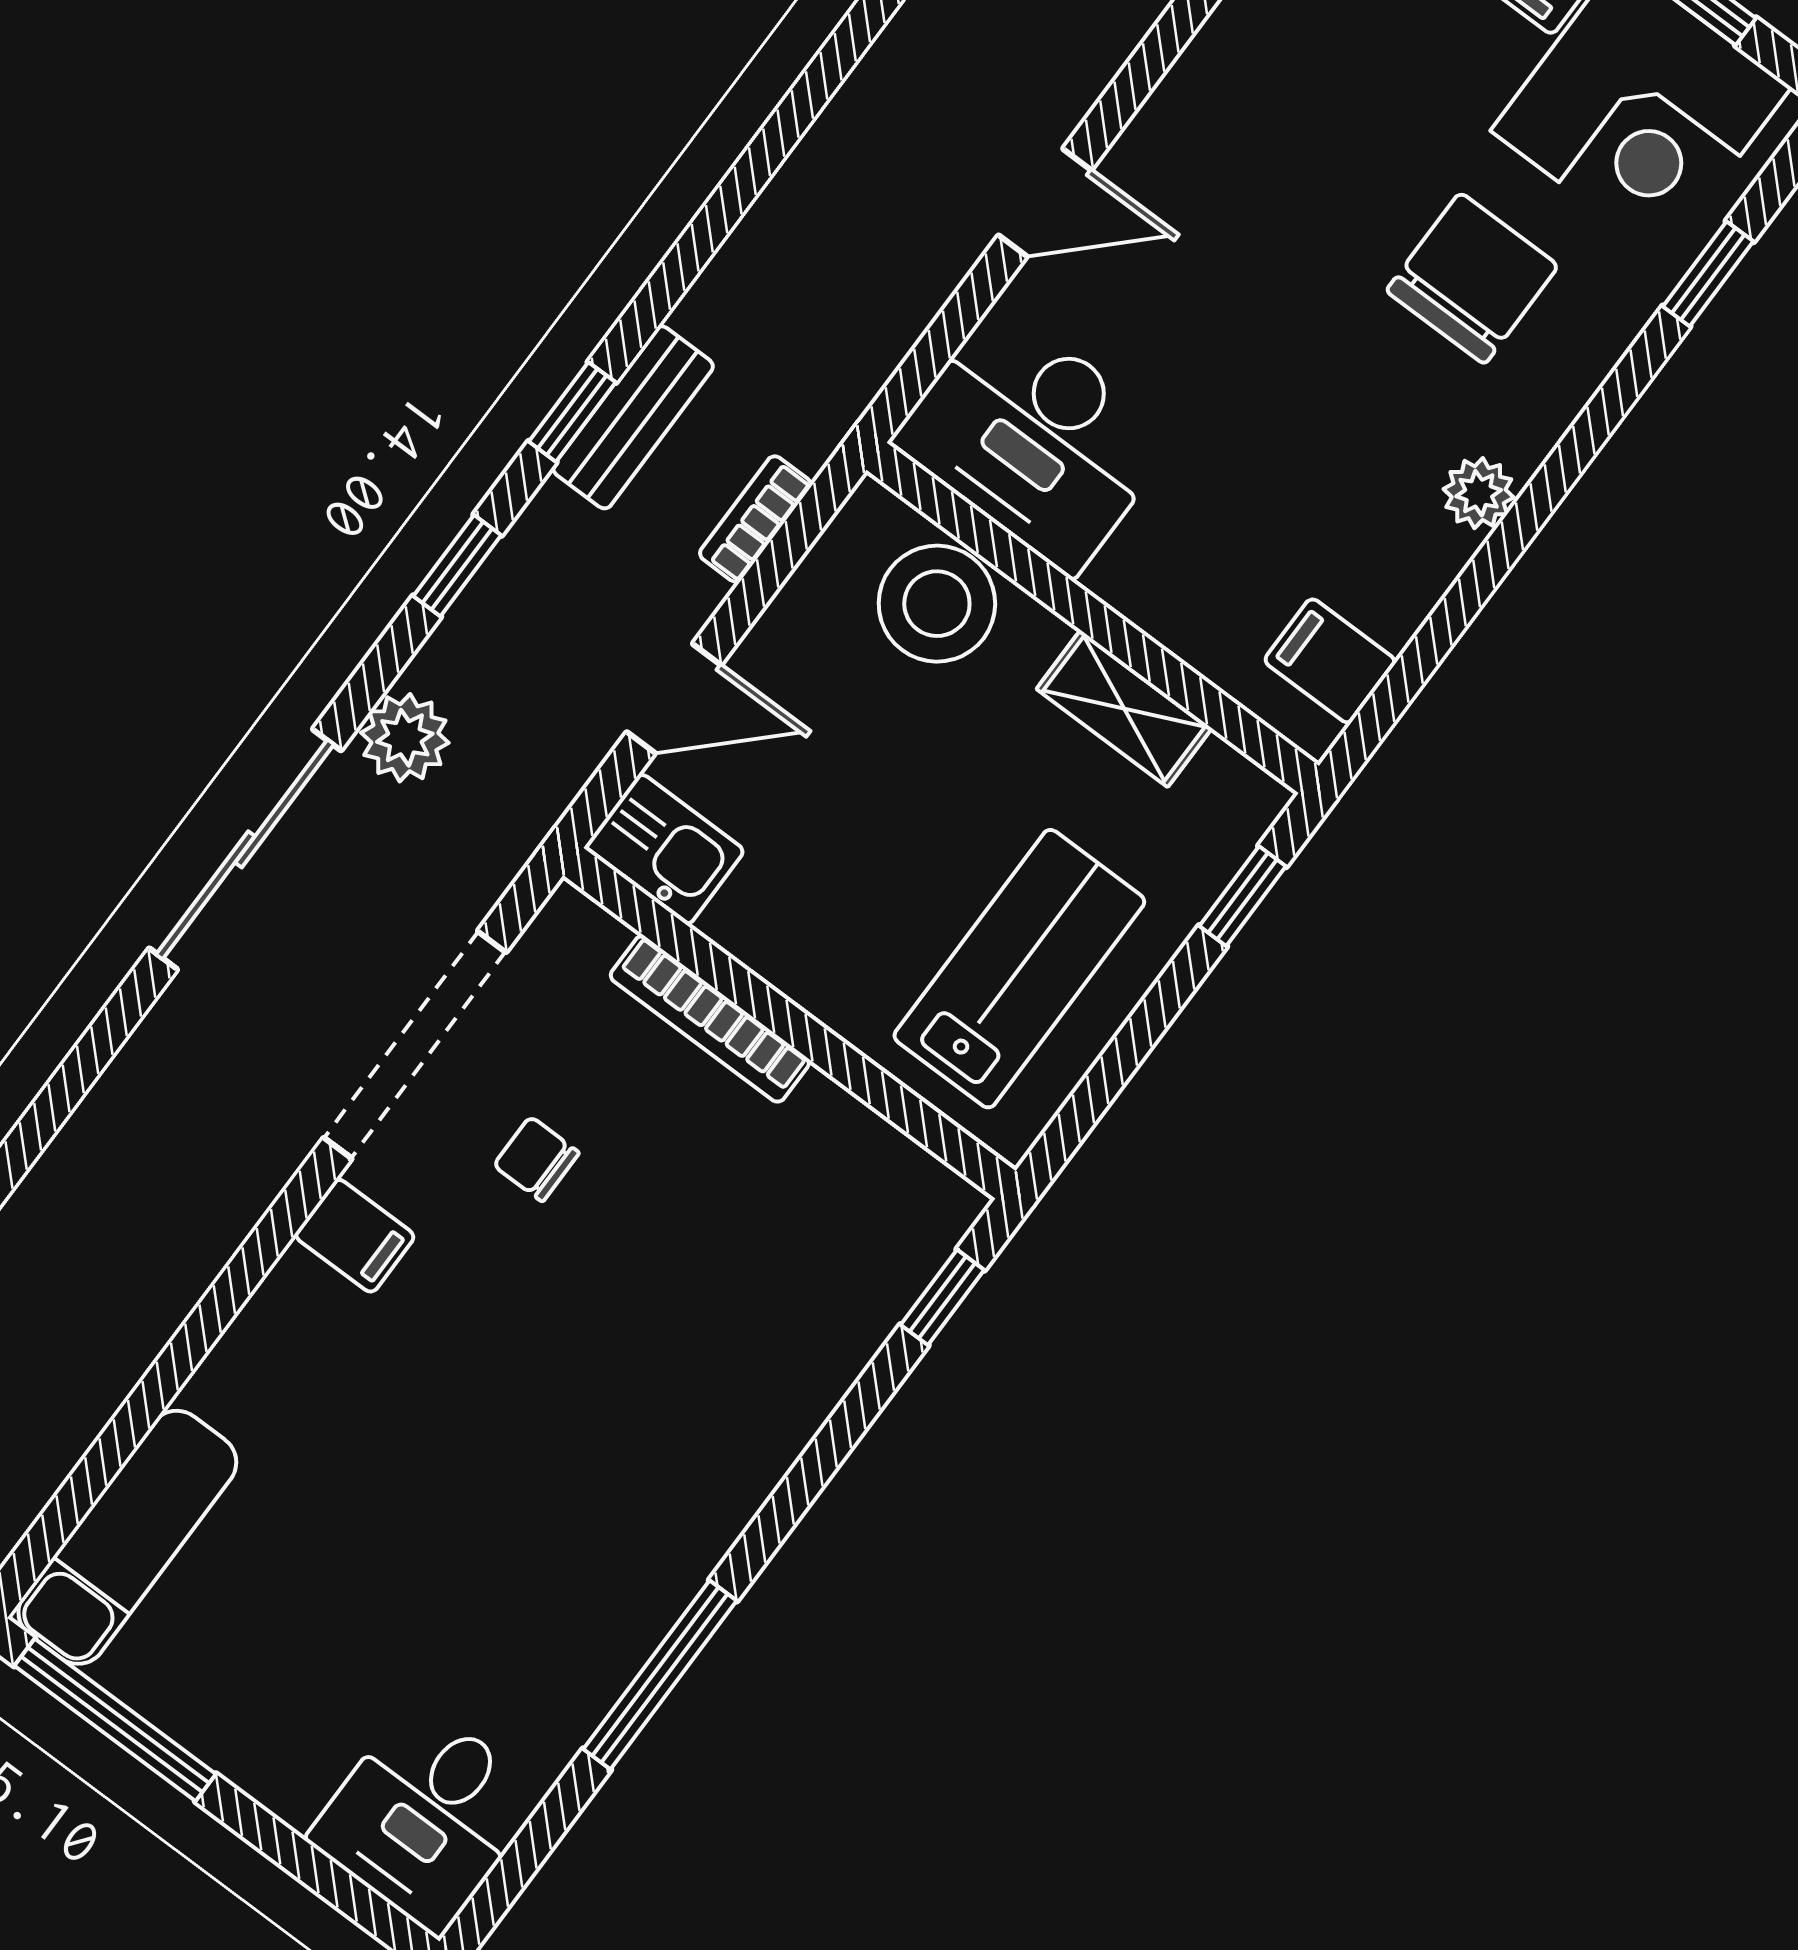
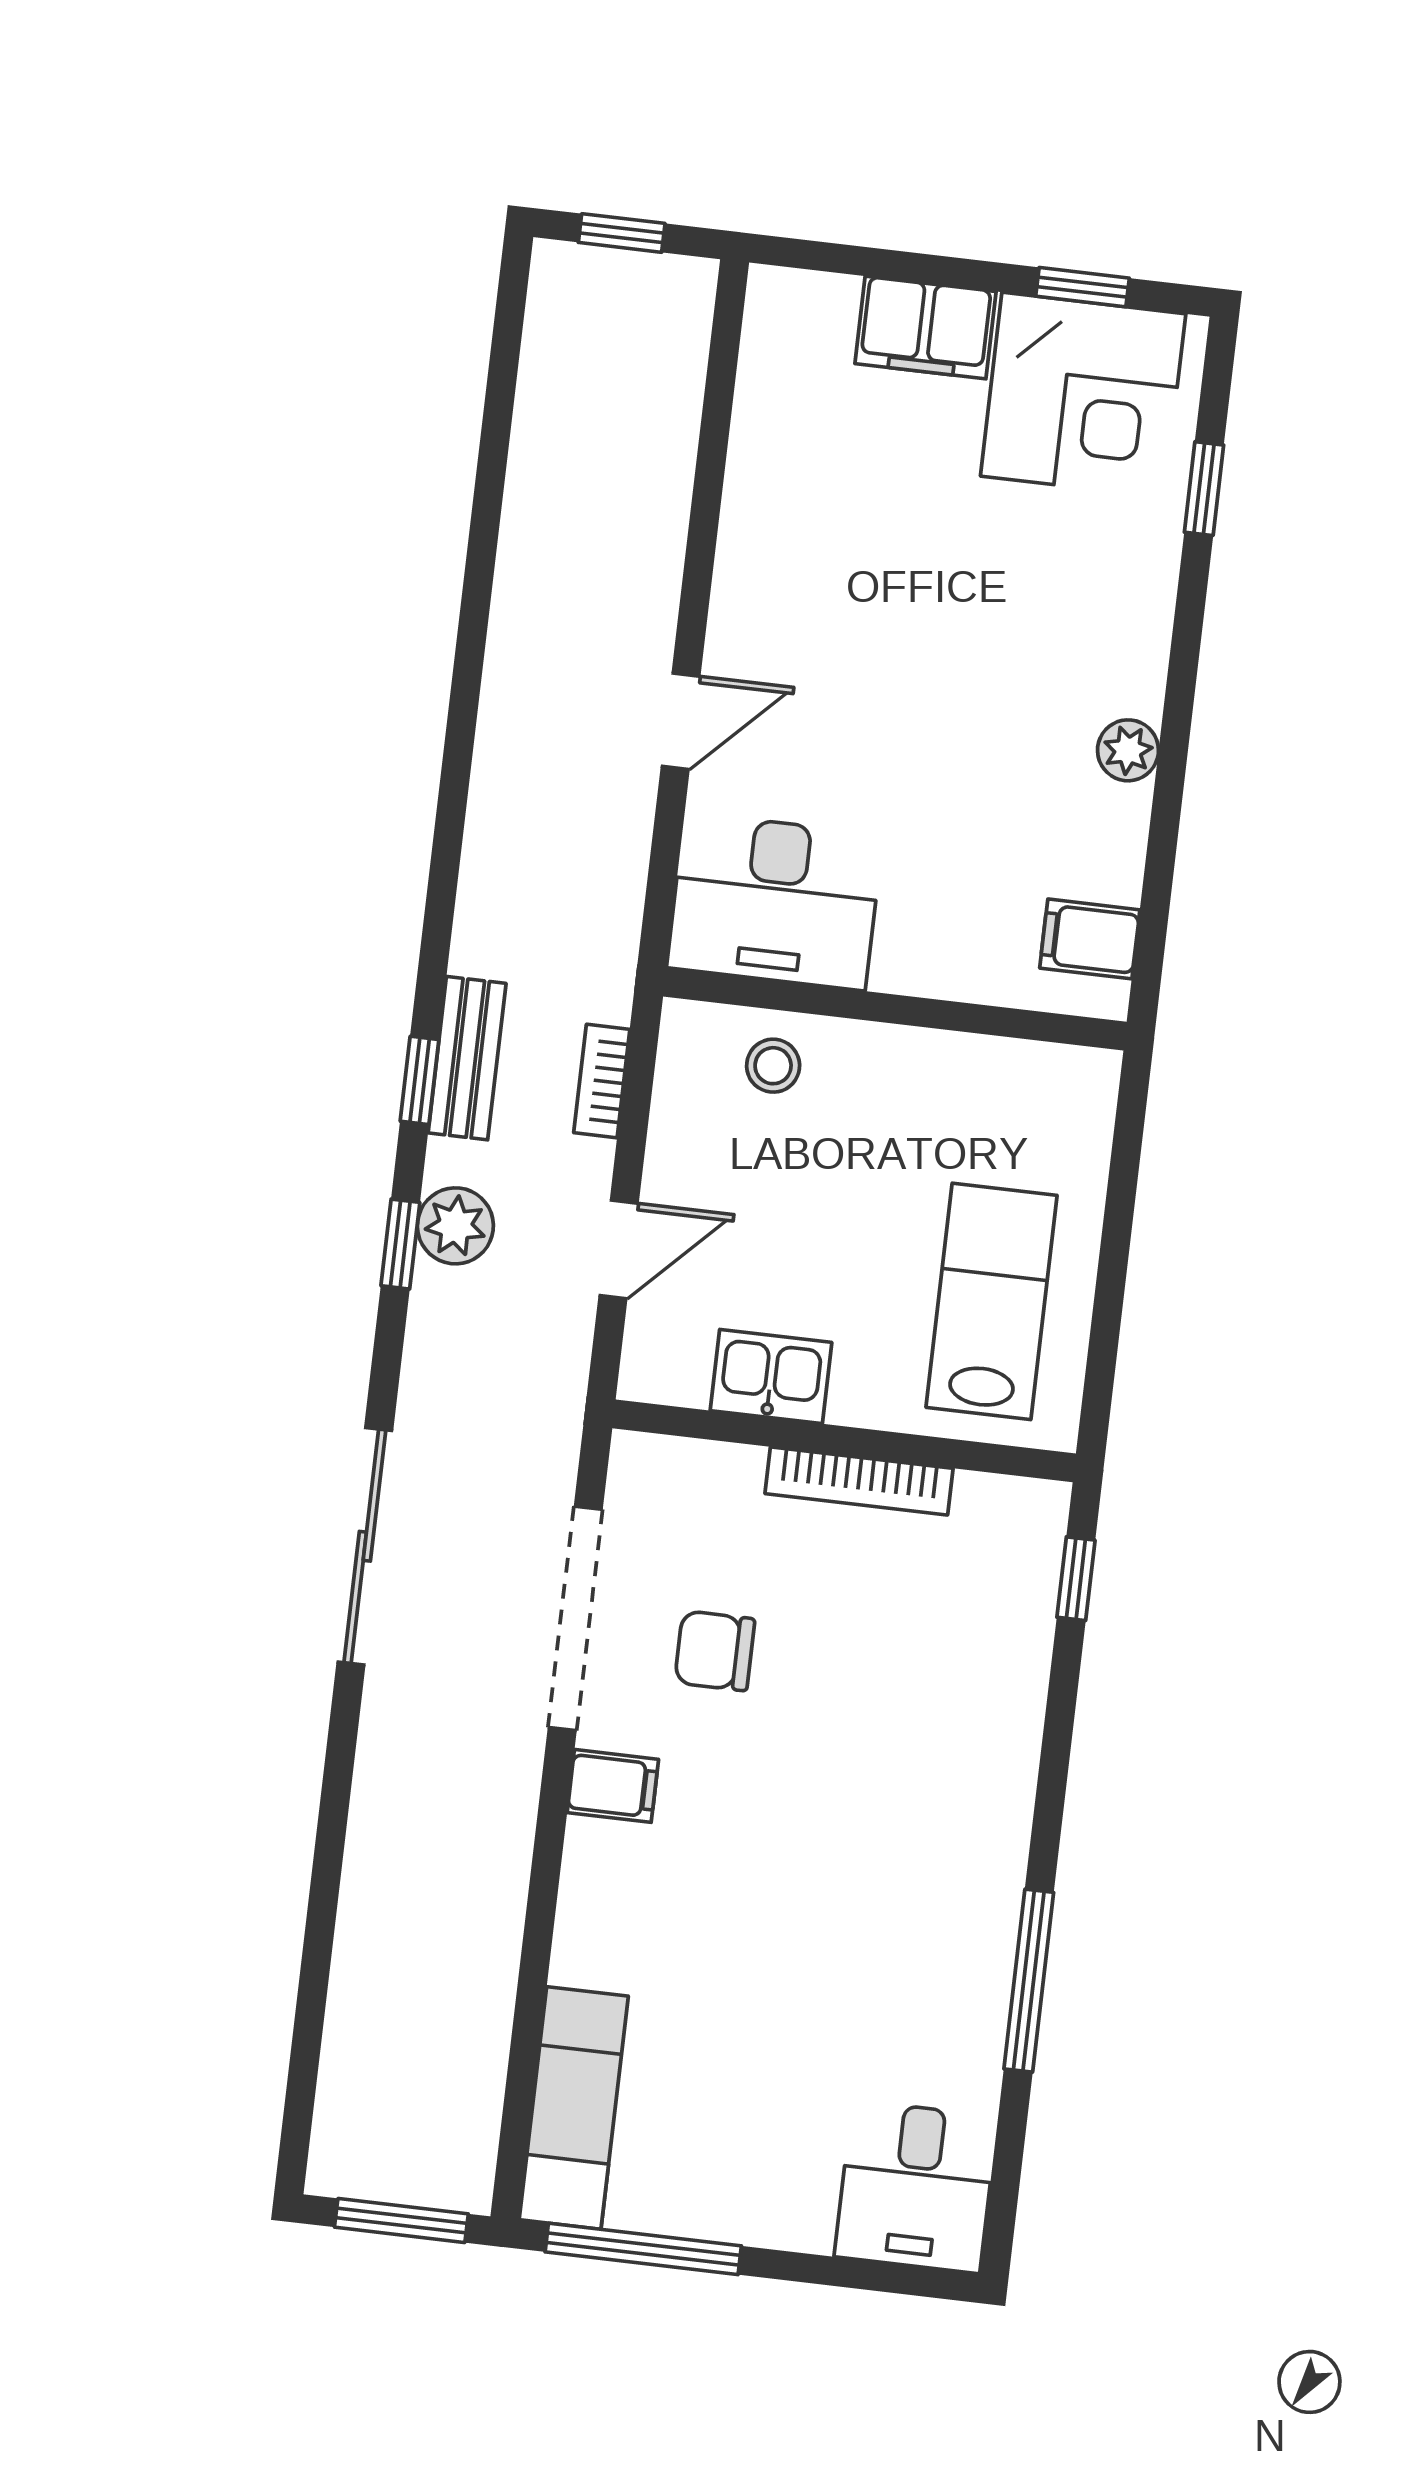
chair: (1472, 278) -> (1031, 593), removed
stool: (937, 604) -> (773, 1066), width x0.53, depth x0.53
shelving: (1124, 709) -> (957, 1063), removed
plant: (405, 738) -> (455, 1226), moved
kitchen sink: (664, 849) -> (771, 1376), moved
window: (1243, 896) -> (1126, 1151), removed
bookcase: (710, 1019) -> (859, 1481), moved
chair: (536, 1159) -> (715, 1651), width x1.37, depth x1.37

